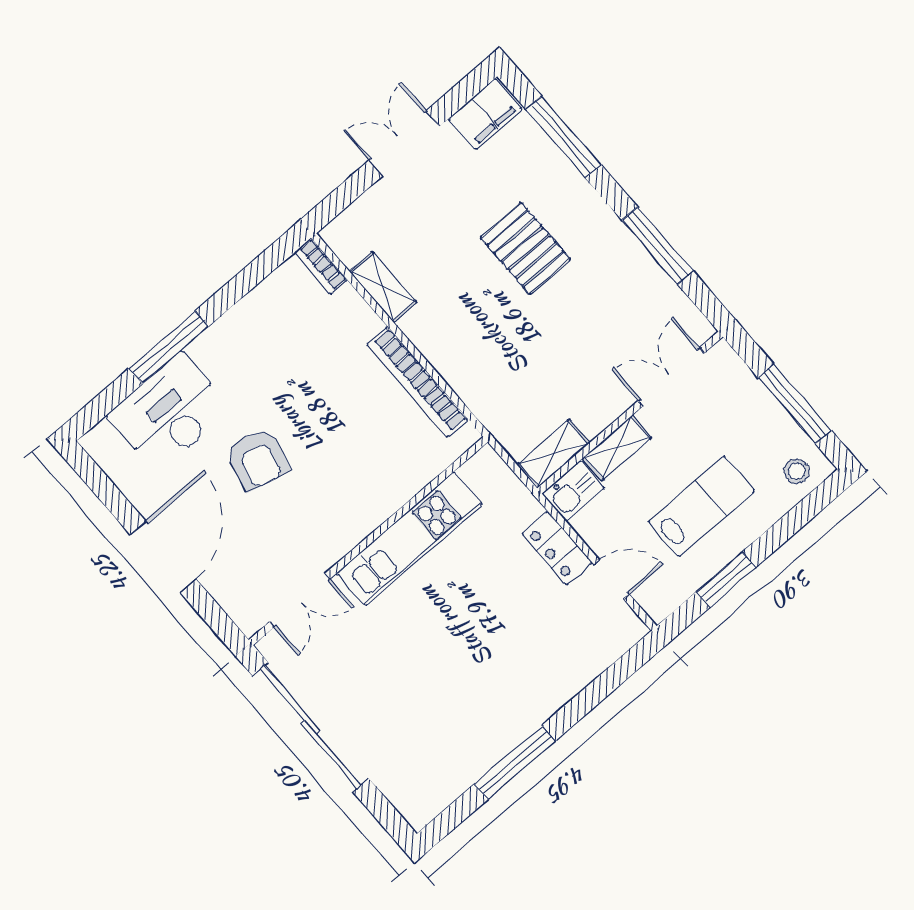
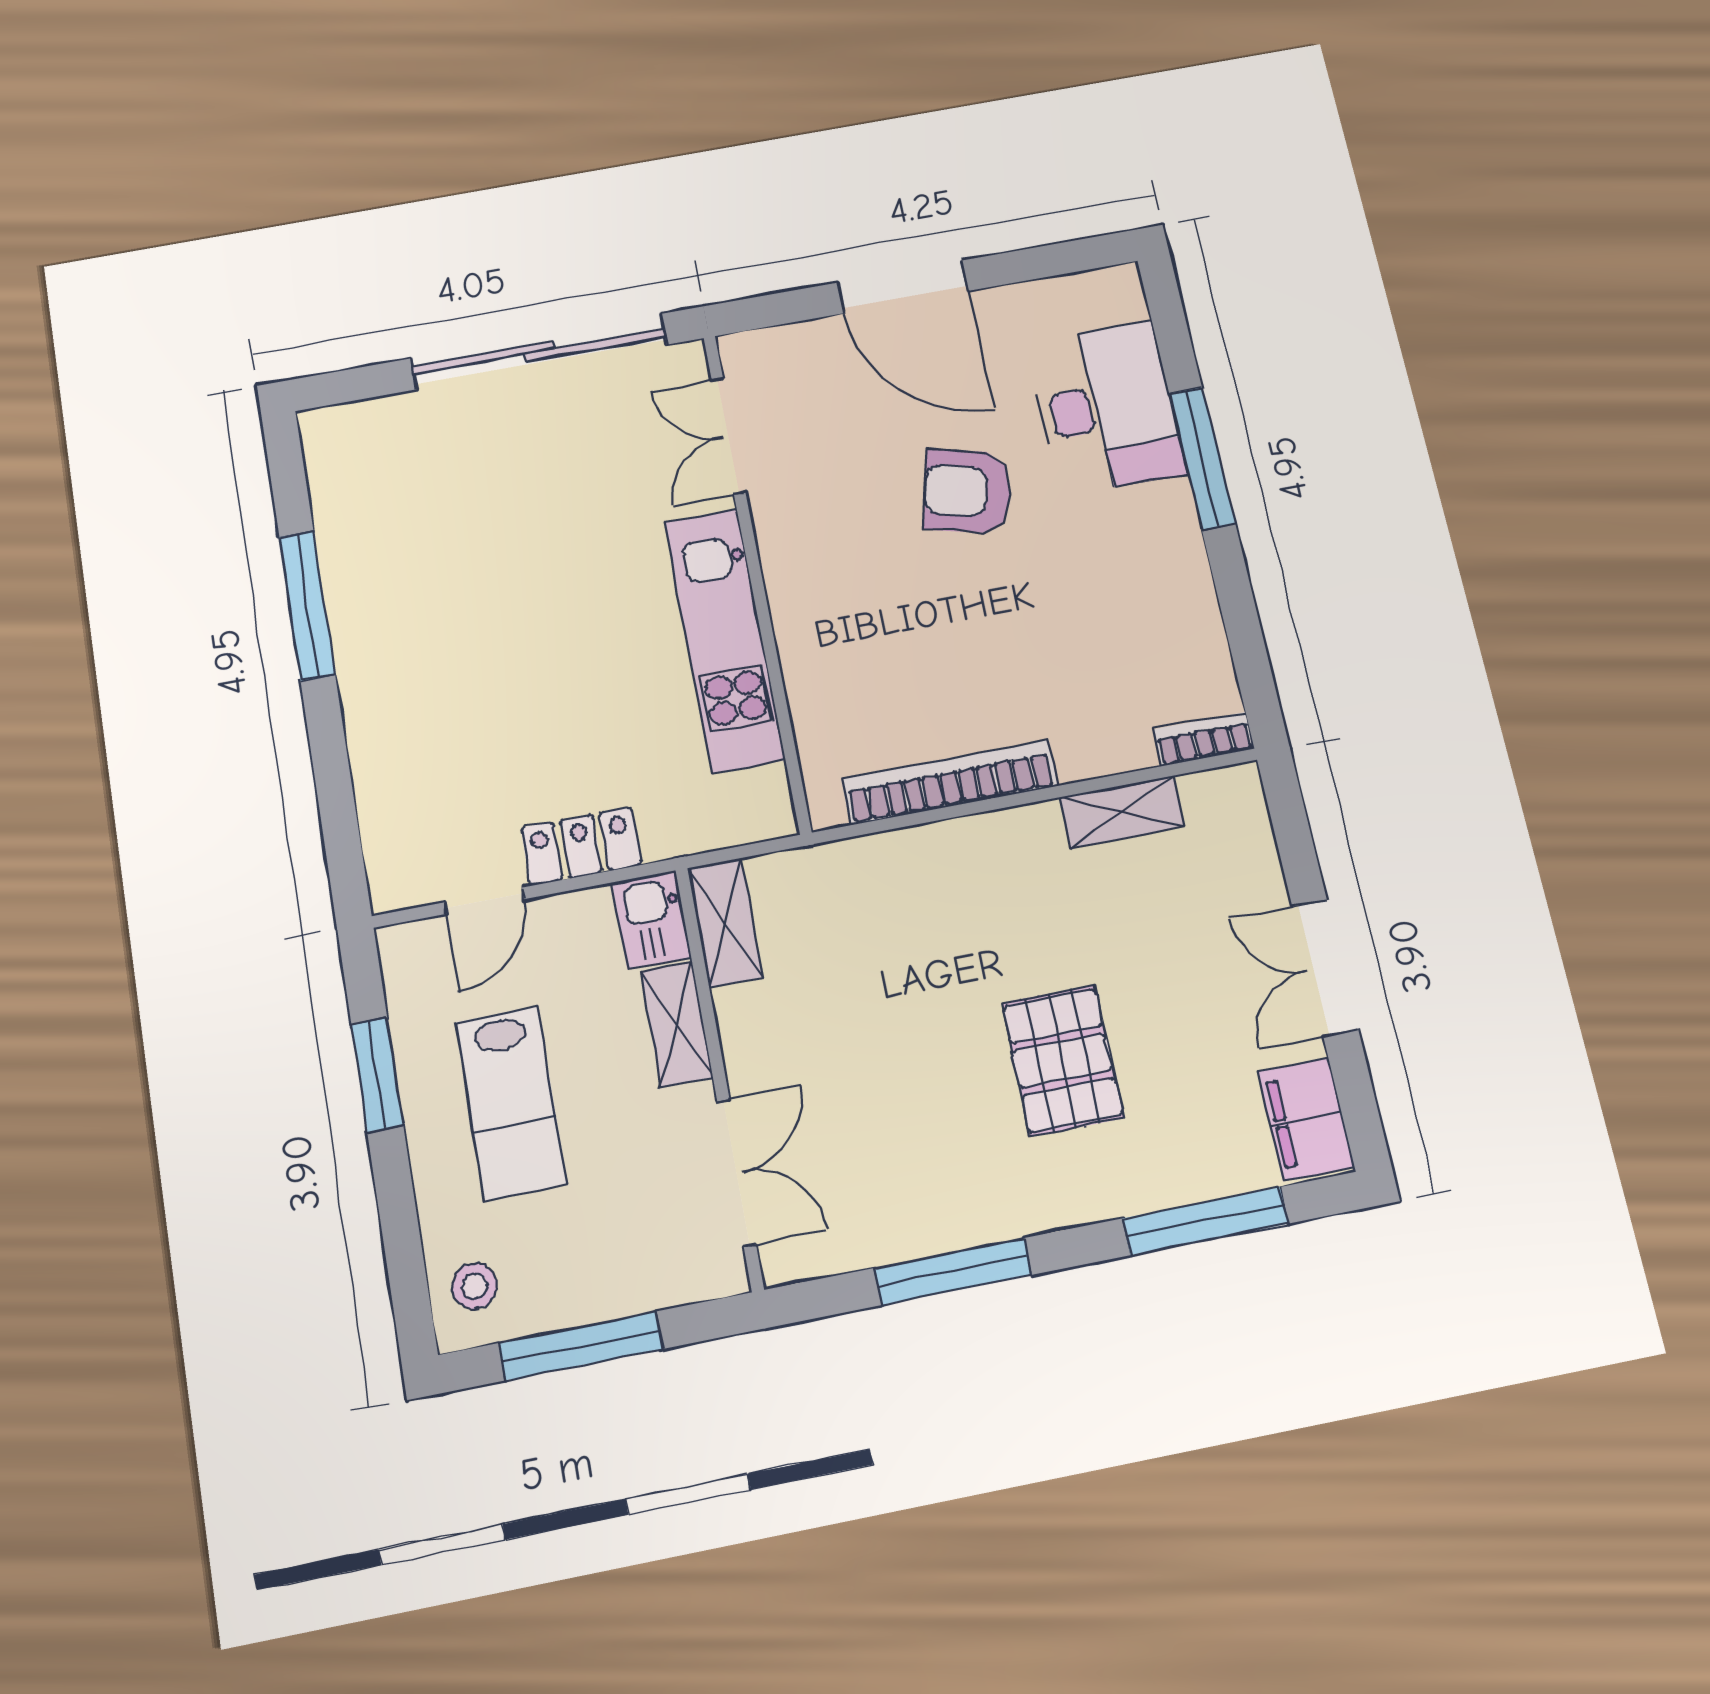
double door: (404, 143) -> (1325, 968), swing flipped
pallet: (525, 248) -> (1062, 1060), turned 90

